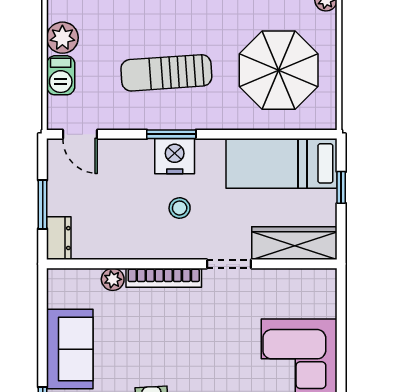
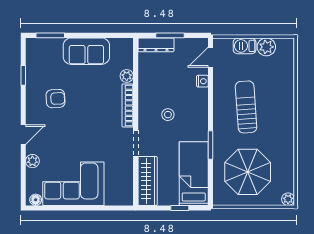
window: (171, 134) -> (211, 145), moved
nightstand: (175, 156) -> (202, 81), moved, width x0.53, depth x0.56
dresser: (59, 238) -> (156, 45), width x1.44

